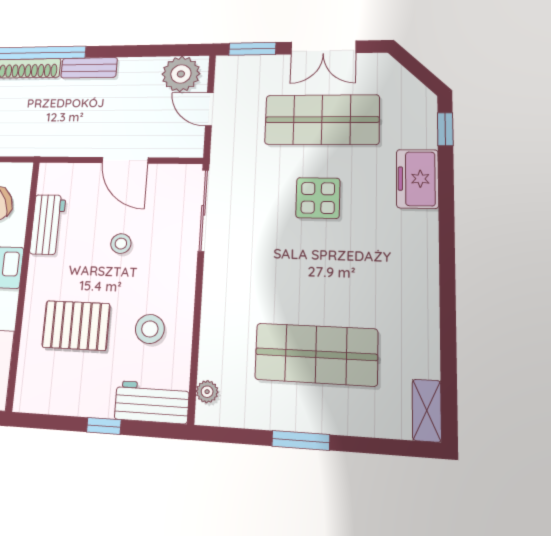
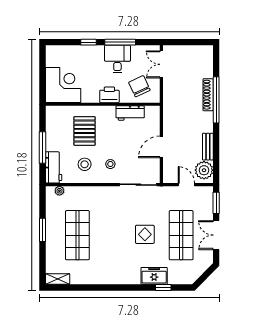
bench: (89, 68) -> (208, 147), moved
door: (209, 109) -> (186, 185), hinge flipped
window: (445, 129) -> (163, 287), moved
stool: (121, 244) -> (110, 164), moved
window: (104, 426) -> (42, 147), width x2.17

